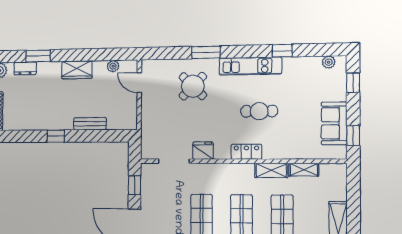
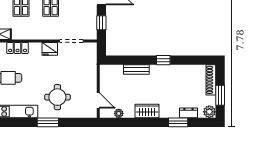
round table: (193, 86) -> (57, 97), turned 45

